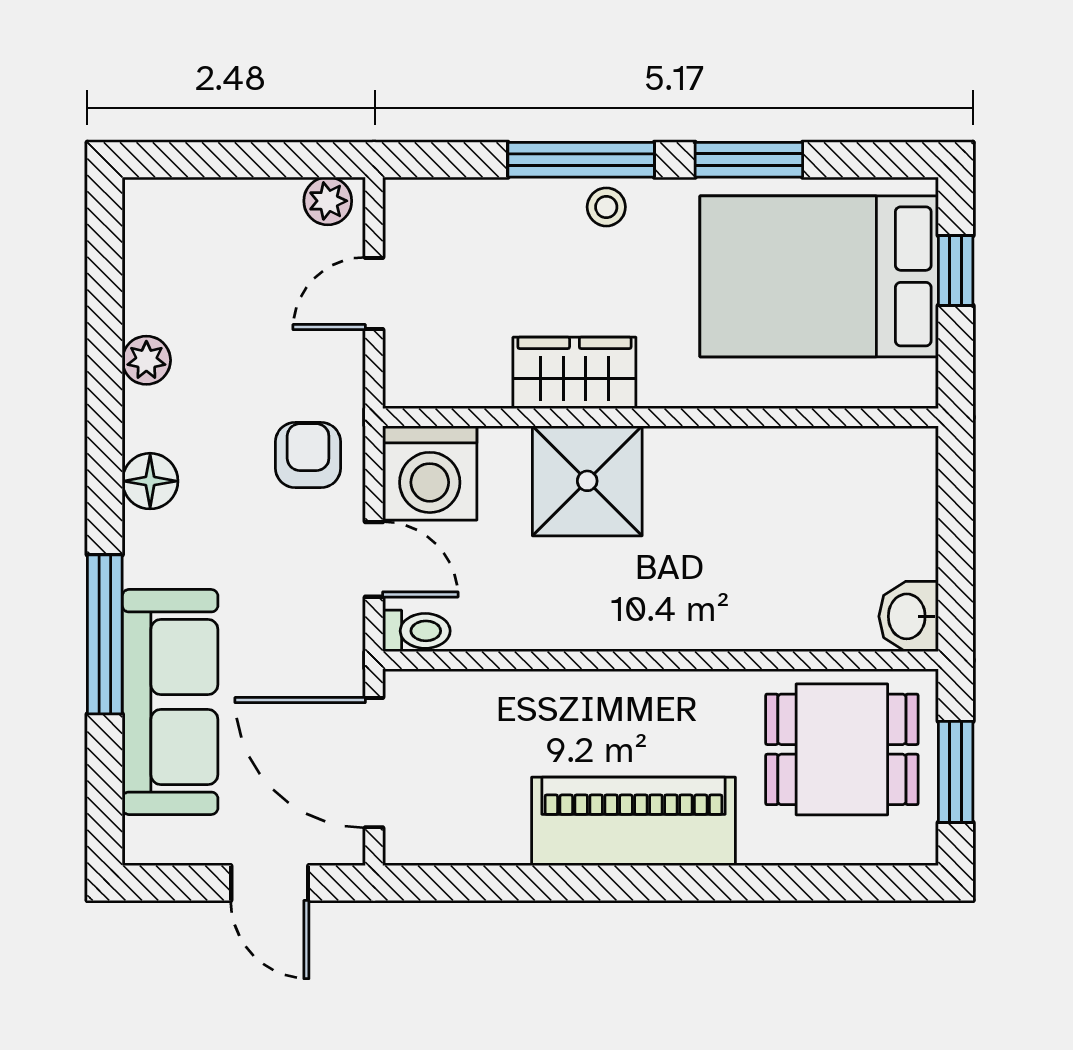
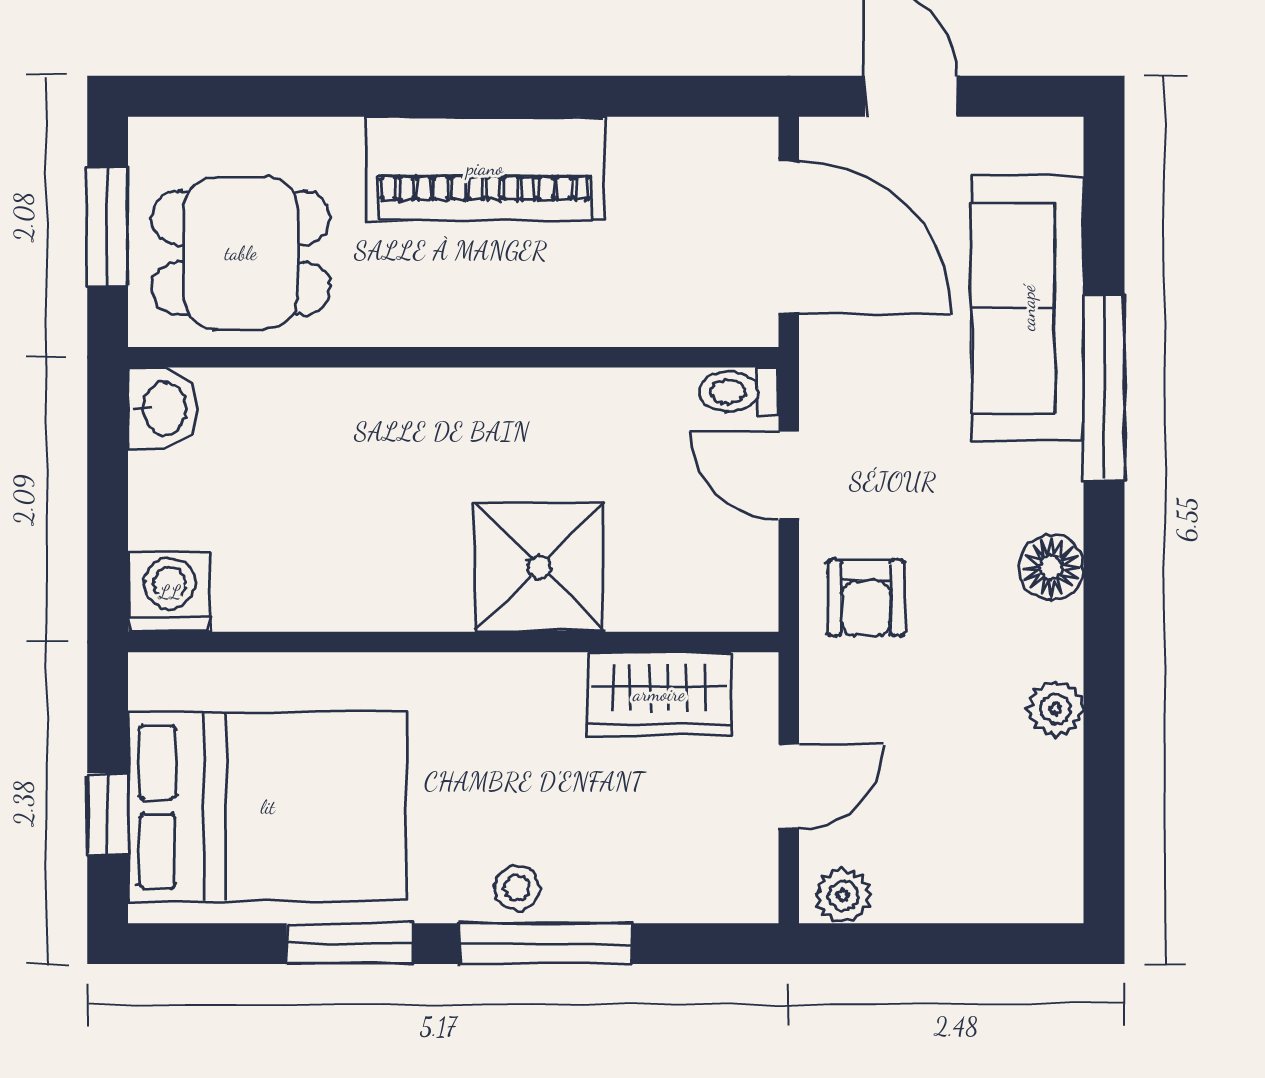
wardrobe: (574, 373) -> (659, 694), moved
washing machine: (430, 473) -> (170, 592), moved, width x0.73, depth x0.73

